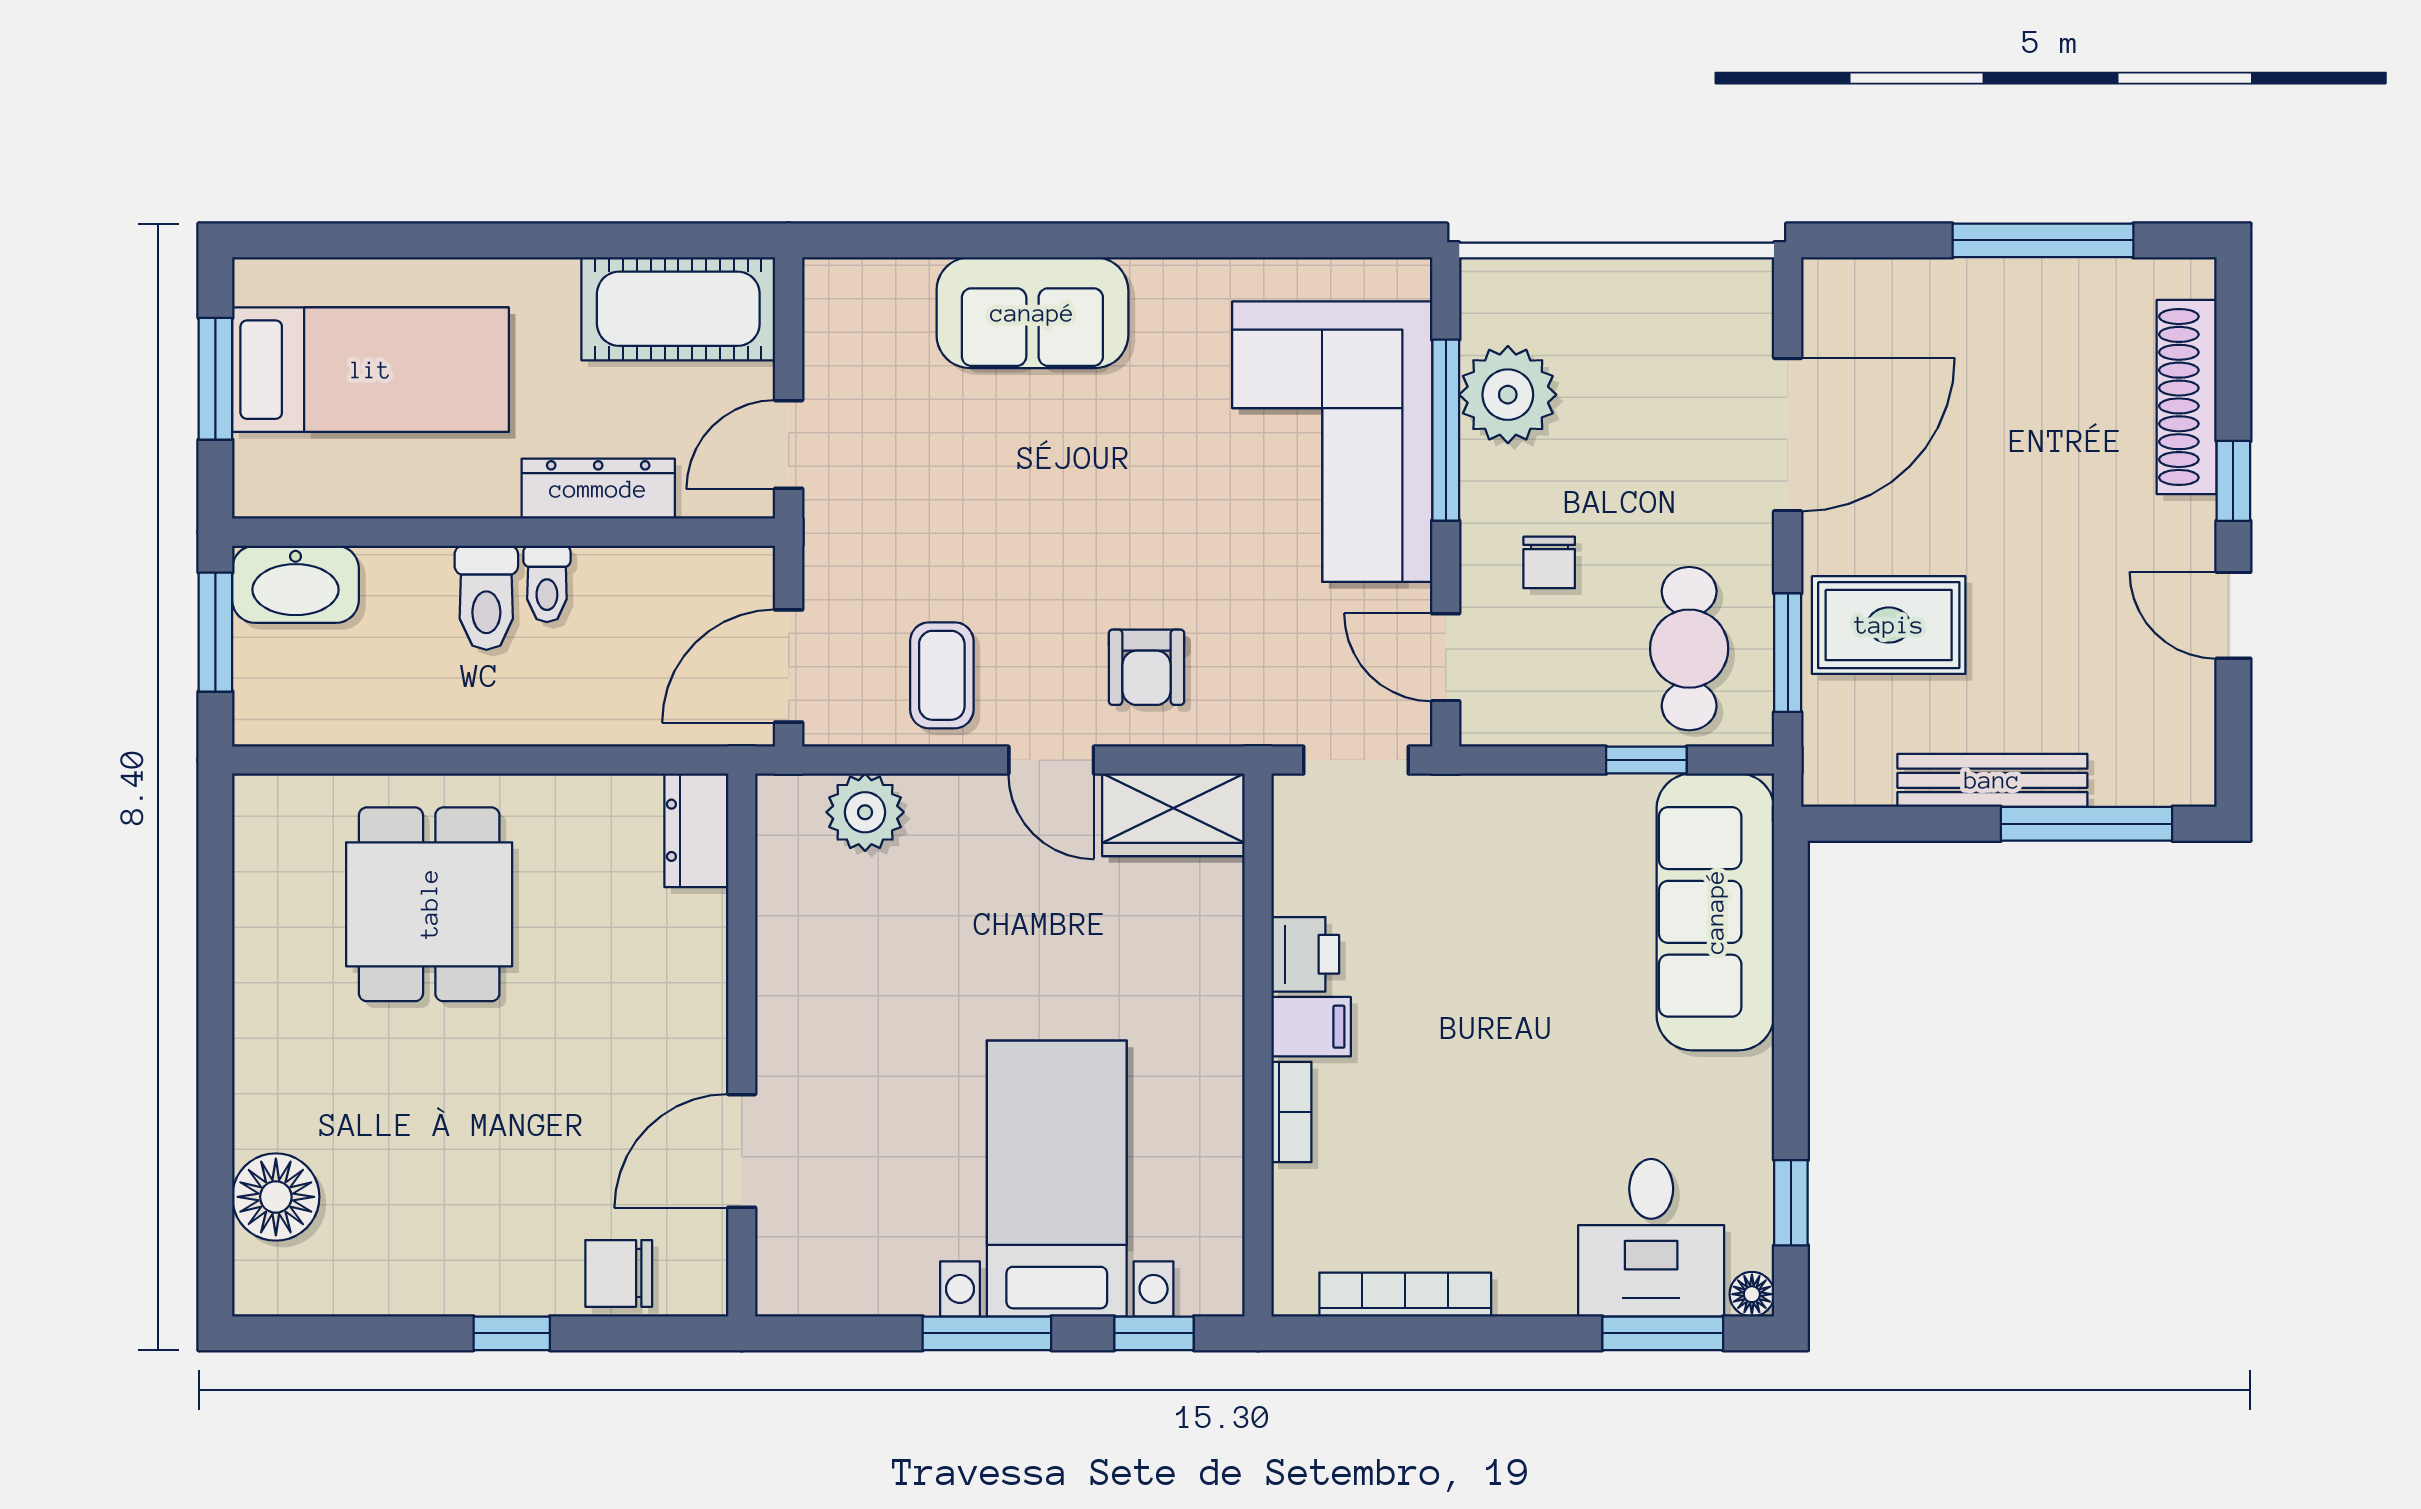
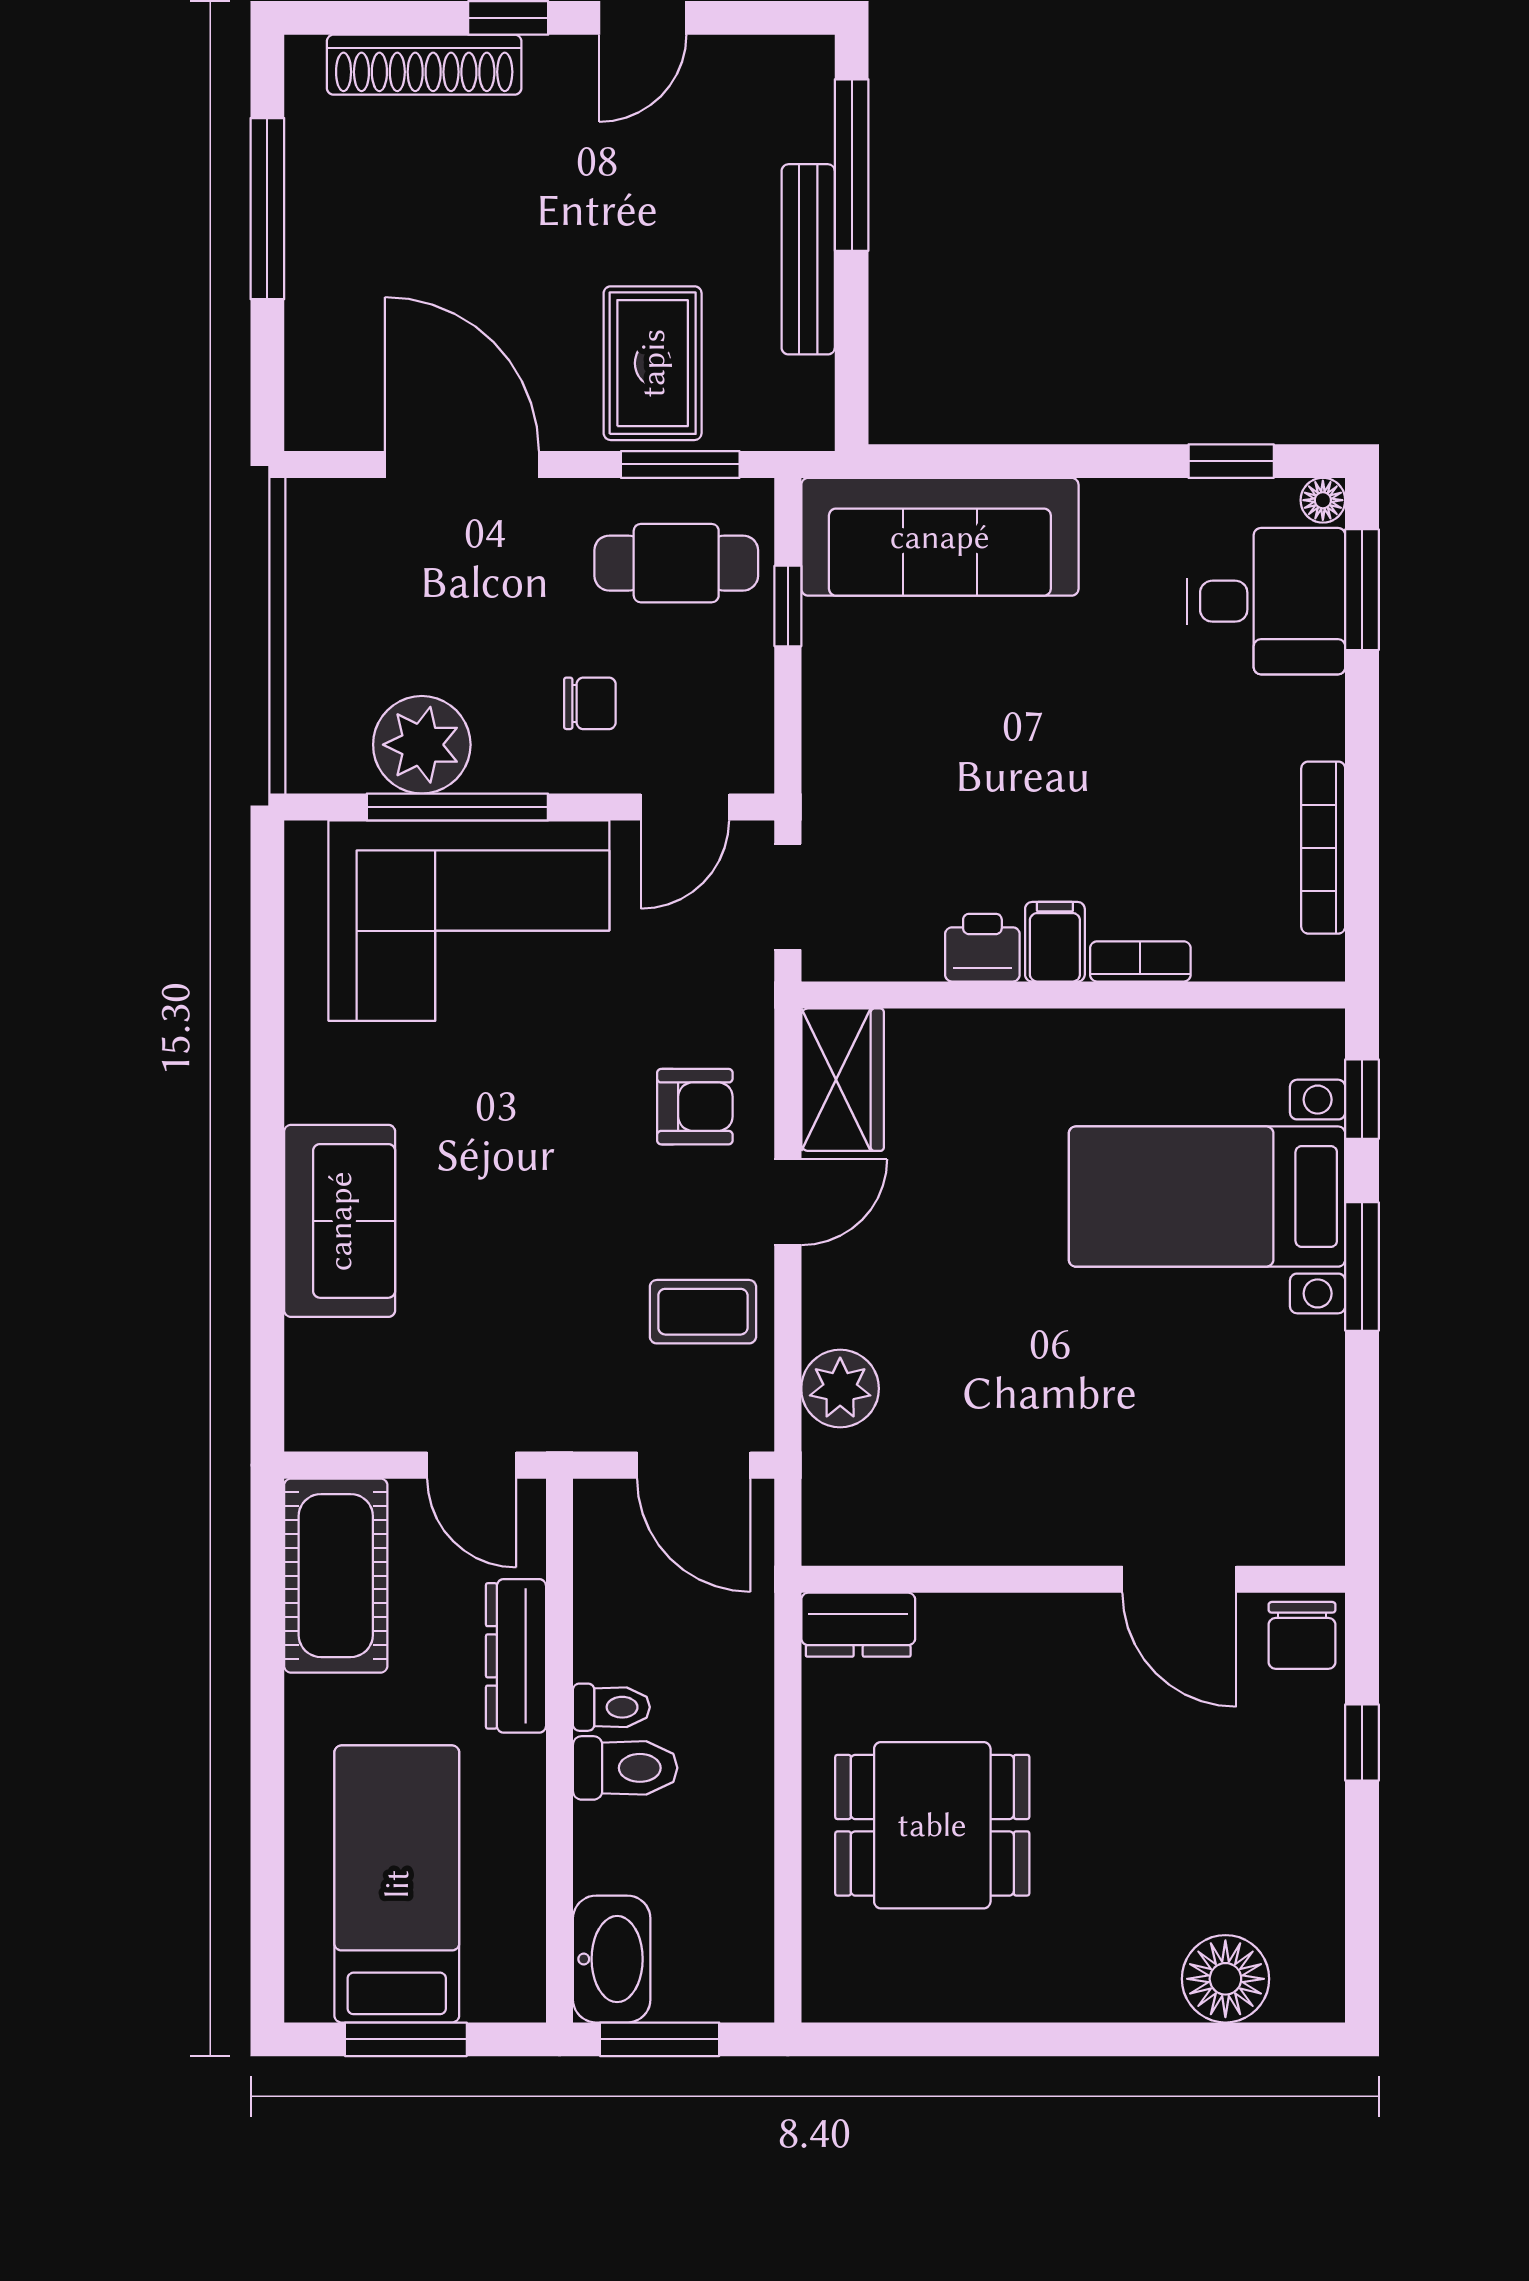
dresser: (696, 830) -> (858, 1625), moved
wall: (742, 1045) -> (1073, 1579), moved
door: (742, 1151) -> (1179, 1579), moved

